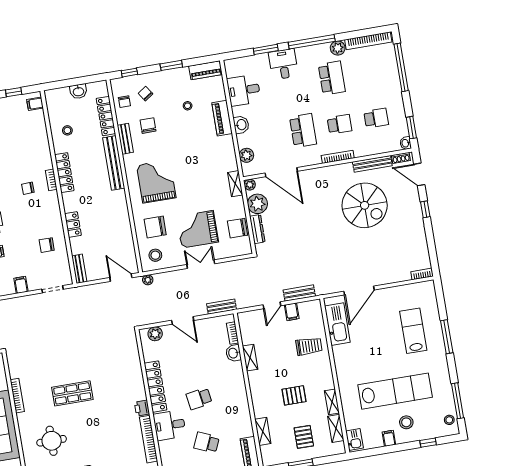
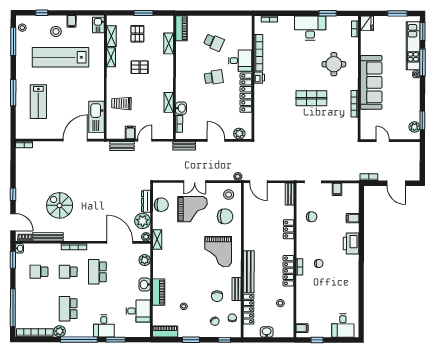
spiral stairs: (365, 205) -> (60, 205), width x0.73, depth x0.73

